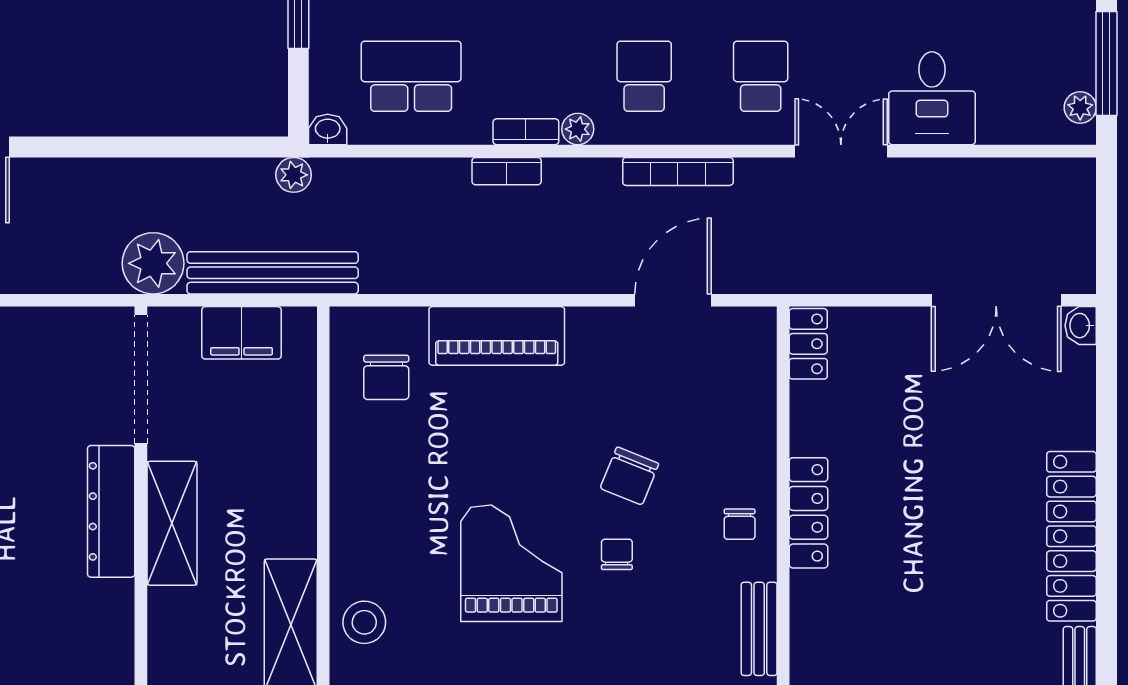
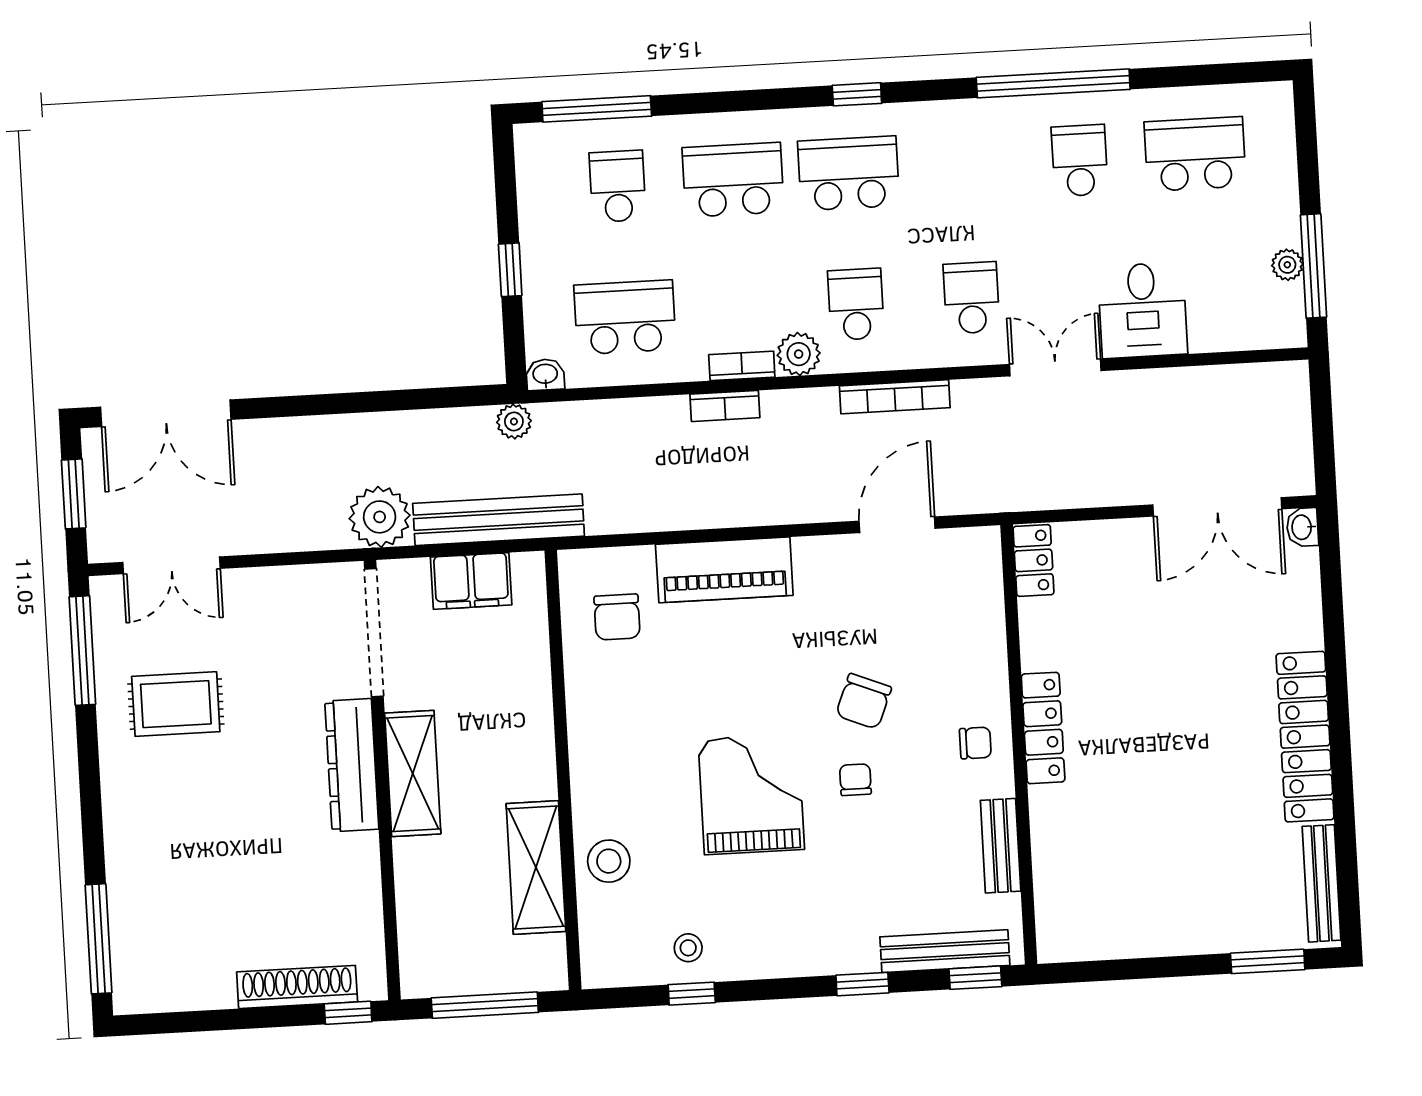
plant: (1080, 108) -> (1287, 265), moved
plant: (578, 129) -> (799, 354), width x1.38, depth x1.38
chair: (740, 524) -> (975, 743), turned -90

